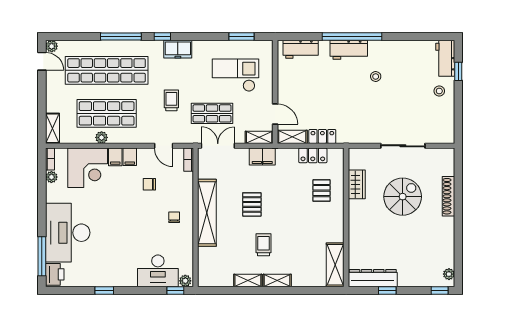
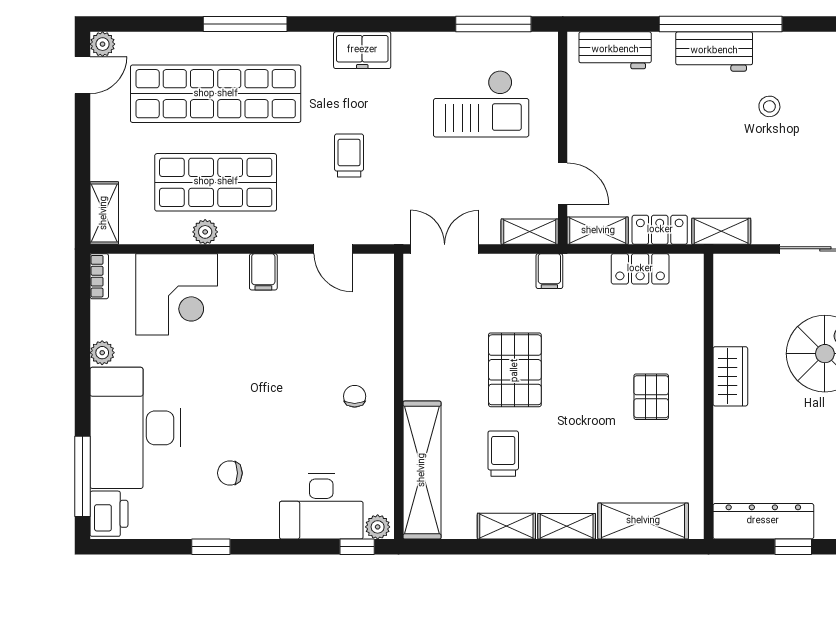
window: (162, 36) -> (331, 24), removed
window: (242, 36) -> (493, 24), width x1.44
door: (42, 61) -> (83, 75), hinge flipped
checkout: (236, 75) -> (481, 104), turned 180
shop shelf: (212, 113) -> (433, 182), removed
shelving: (352, 137) -> (721, 231), added
filing cabinet: (115, 157) -> (233, 272), removed
filing cabinet: (262, 157) -> (549, 271), width x0.50
bookcase: (189, 160) -> (384, 278), removed
plant: (51, 177) -> (102, 353), moved
chair: (149, 184) -> (230, 473), moved
wardrobe: (357, 184) -> (730, 376), moved
pallet: (321, 191) -> (651, 397), moved
pallet: (252, 204) -> (515, 370), width x1.50, depth x1.42
shelving: (207, 213) -> (422, 470), moved
trolley: (263, 245) -> (503, 454), moved
shelving: (335, 265) -> (643, 521), moved, turned 90

